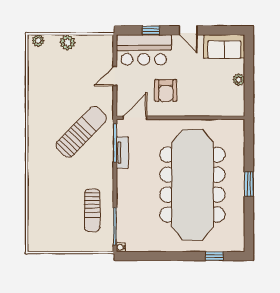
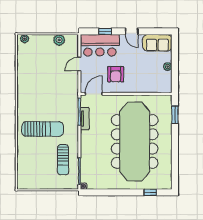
plant: (67, 42) -> (59, 40), moved
sun lounger: (81, 132) -> (43, 129), moved, turned 46
window: (249, 184) -> (175, 115), moved

